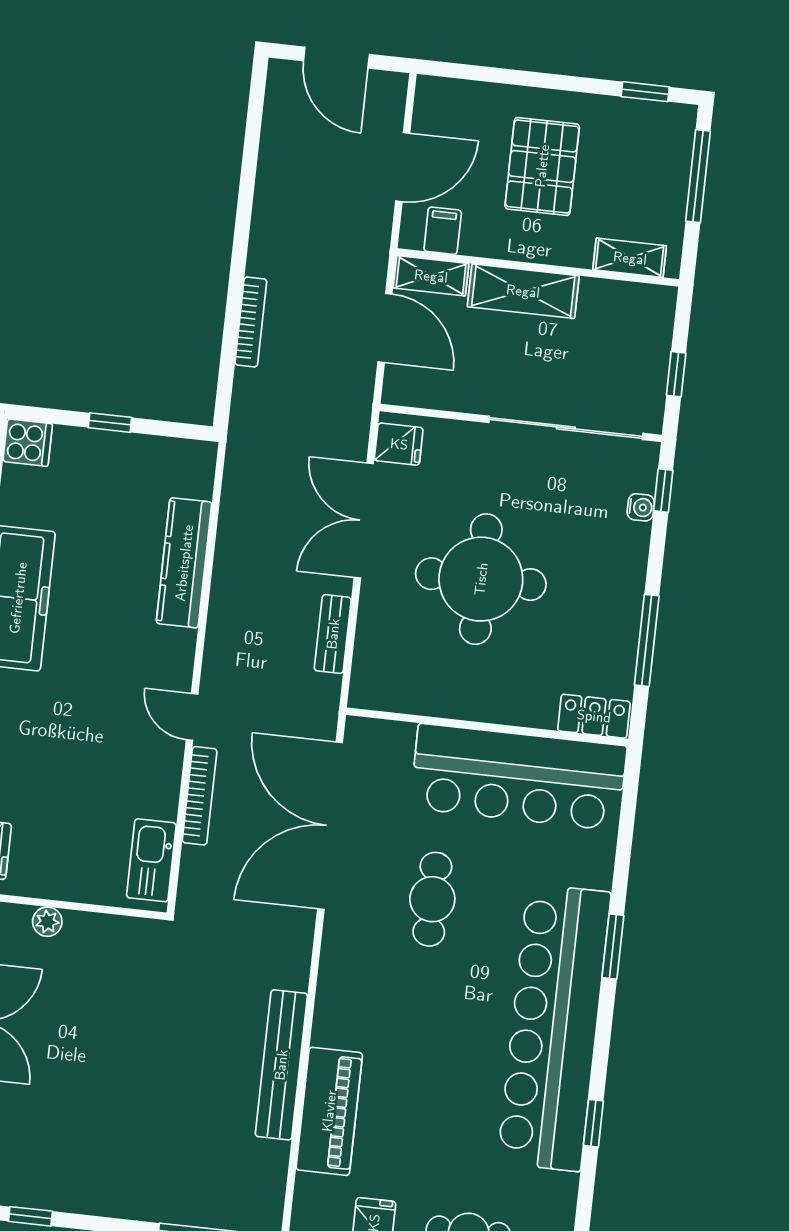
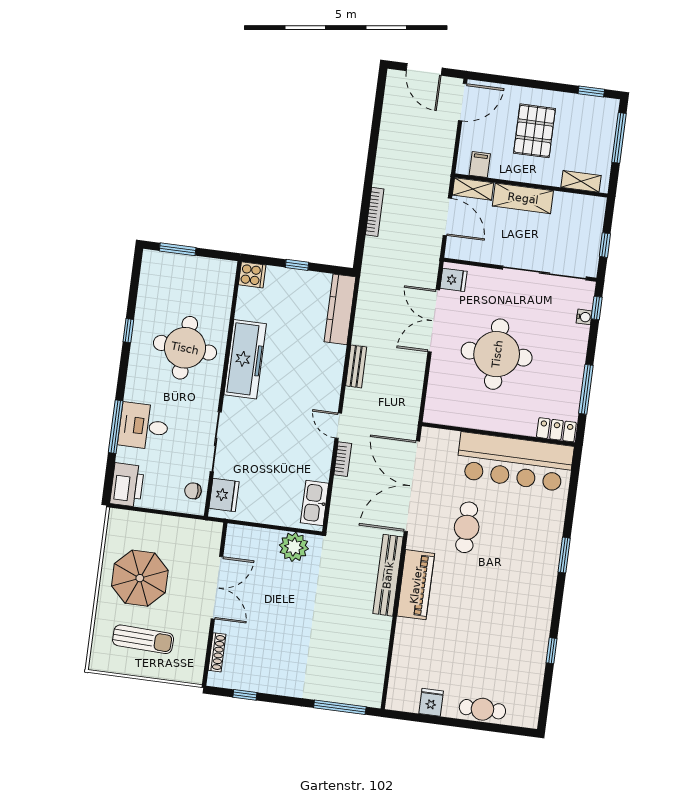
door: (403, 167) -> (462, 102), moved
kitchen counter: (184, 563) -> (340, 309), moved
bench: (333, 634) -> (356, 366), moved
bookcase: (200, 796) -> (343, 459), width x0.64
plant: (47, 922) -> (294, 547), moved, width x1.88, depth x1.88
bar counter: (554, 1028) -> (531, 598), removed
bench: (281, 1065) -> (388, 575), moved
piano: (329, 1111) -> (416, 585), moved

